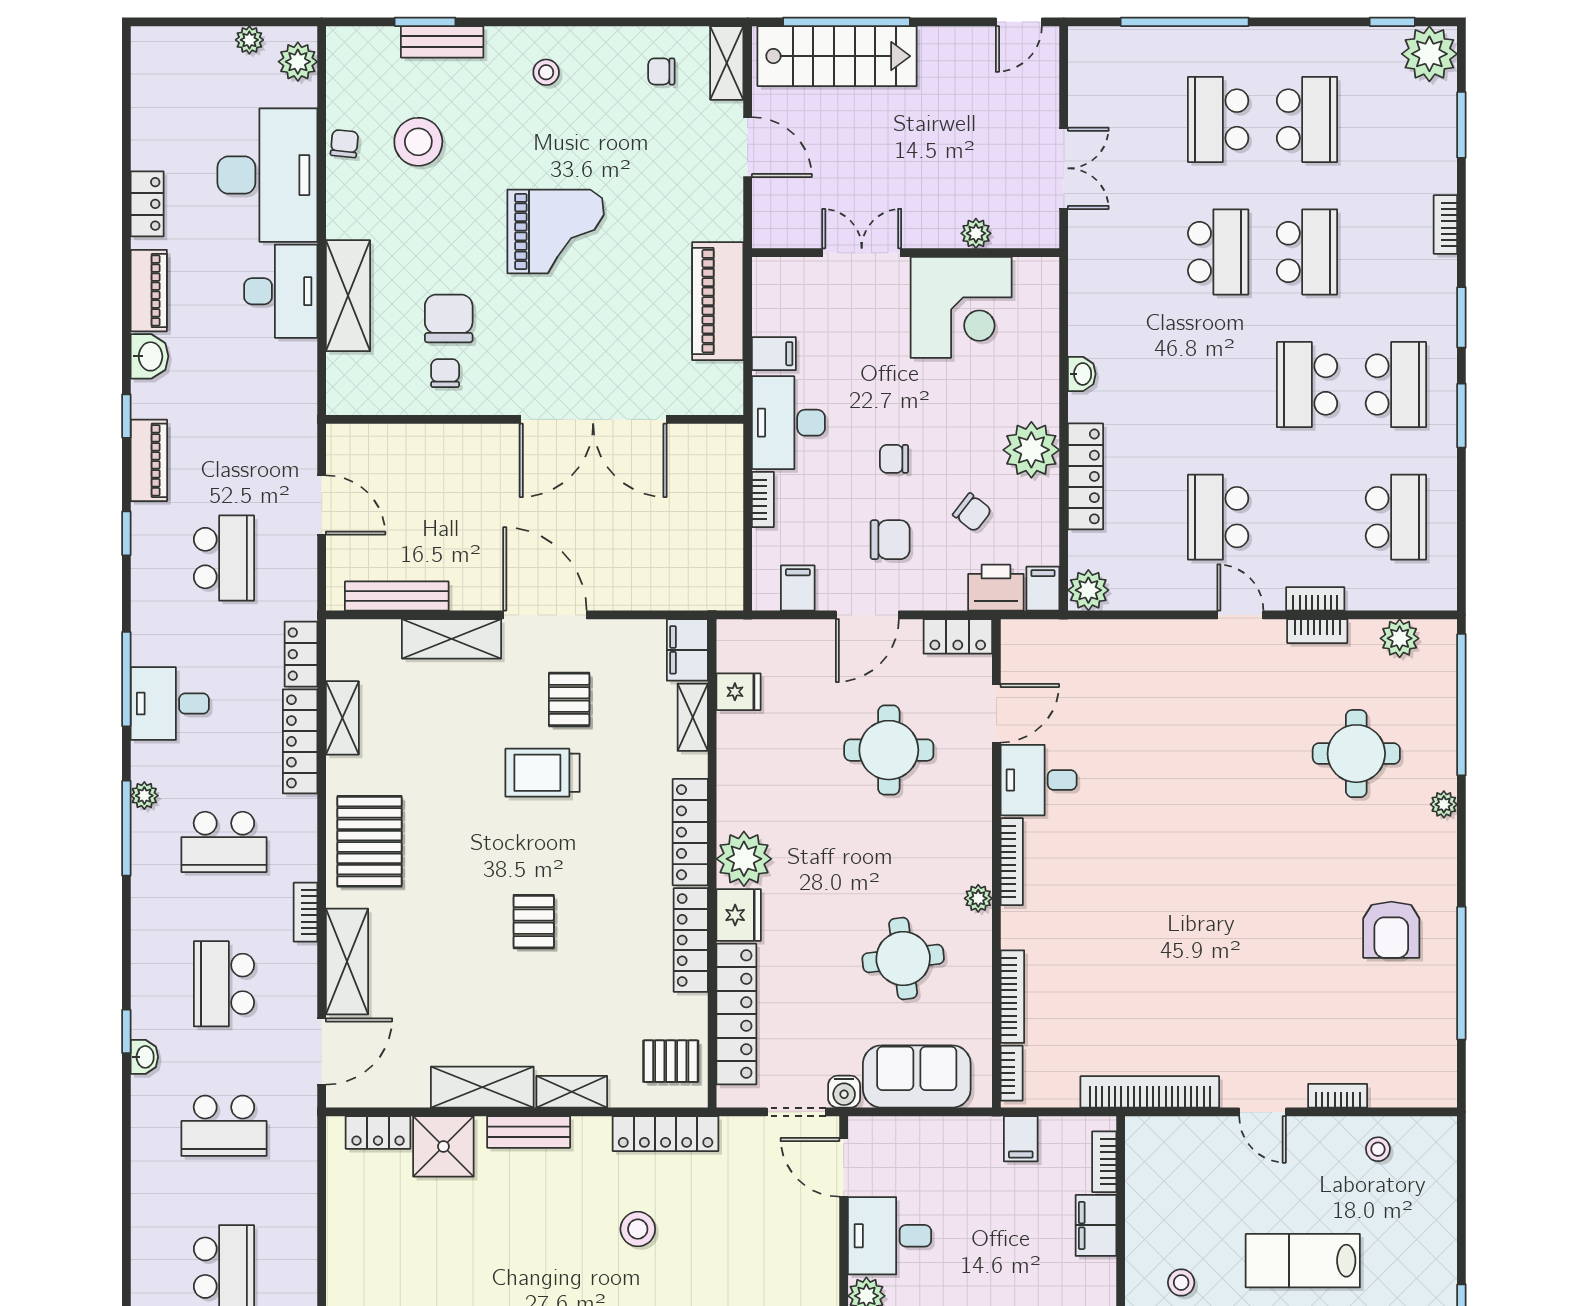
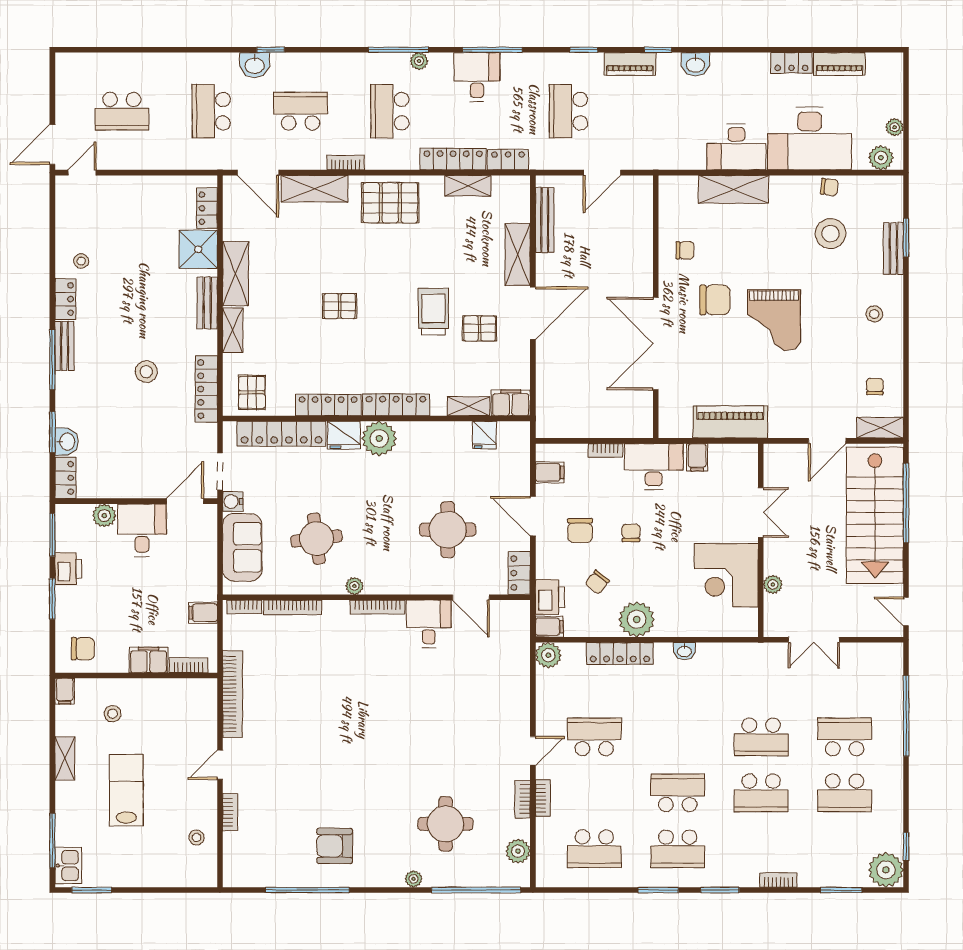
stairs: (837, 56) -> (875, 515), width x1.36, depth x1.51
piano: (149, 291) -> (839, 64), moved
chair: (449, 318) -> (715, 300), moved
school desk: (224, 558) -> (569, 111), turned 90
washbasin: (144, 1057) -> (255, 65), width x1.38, depth x1.45

